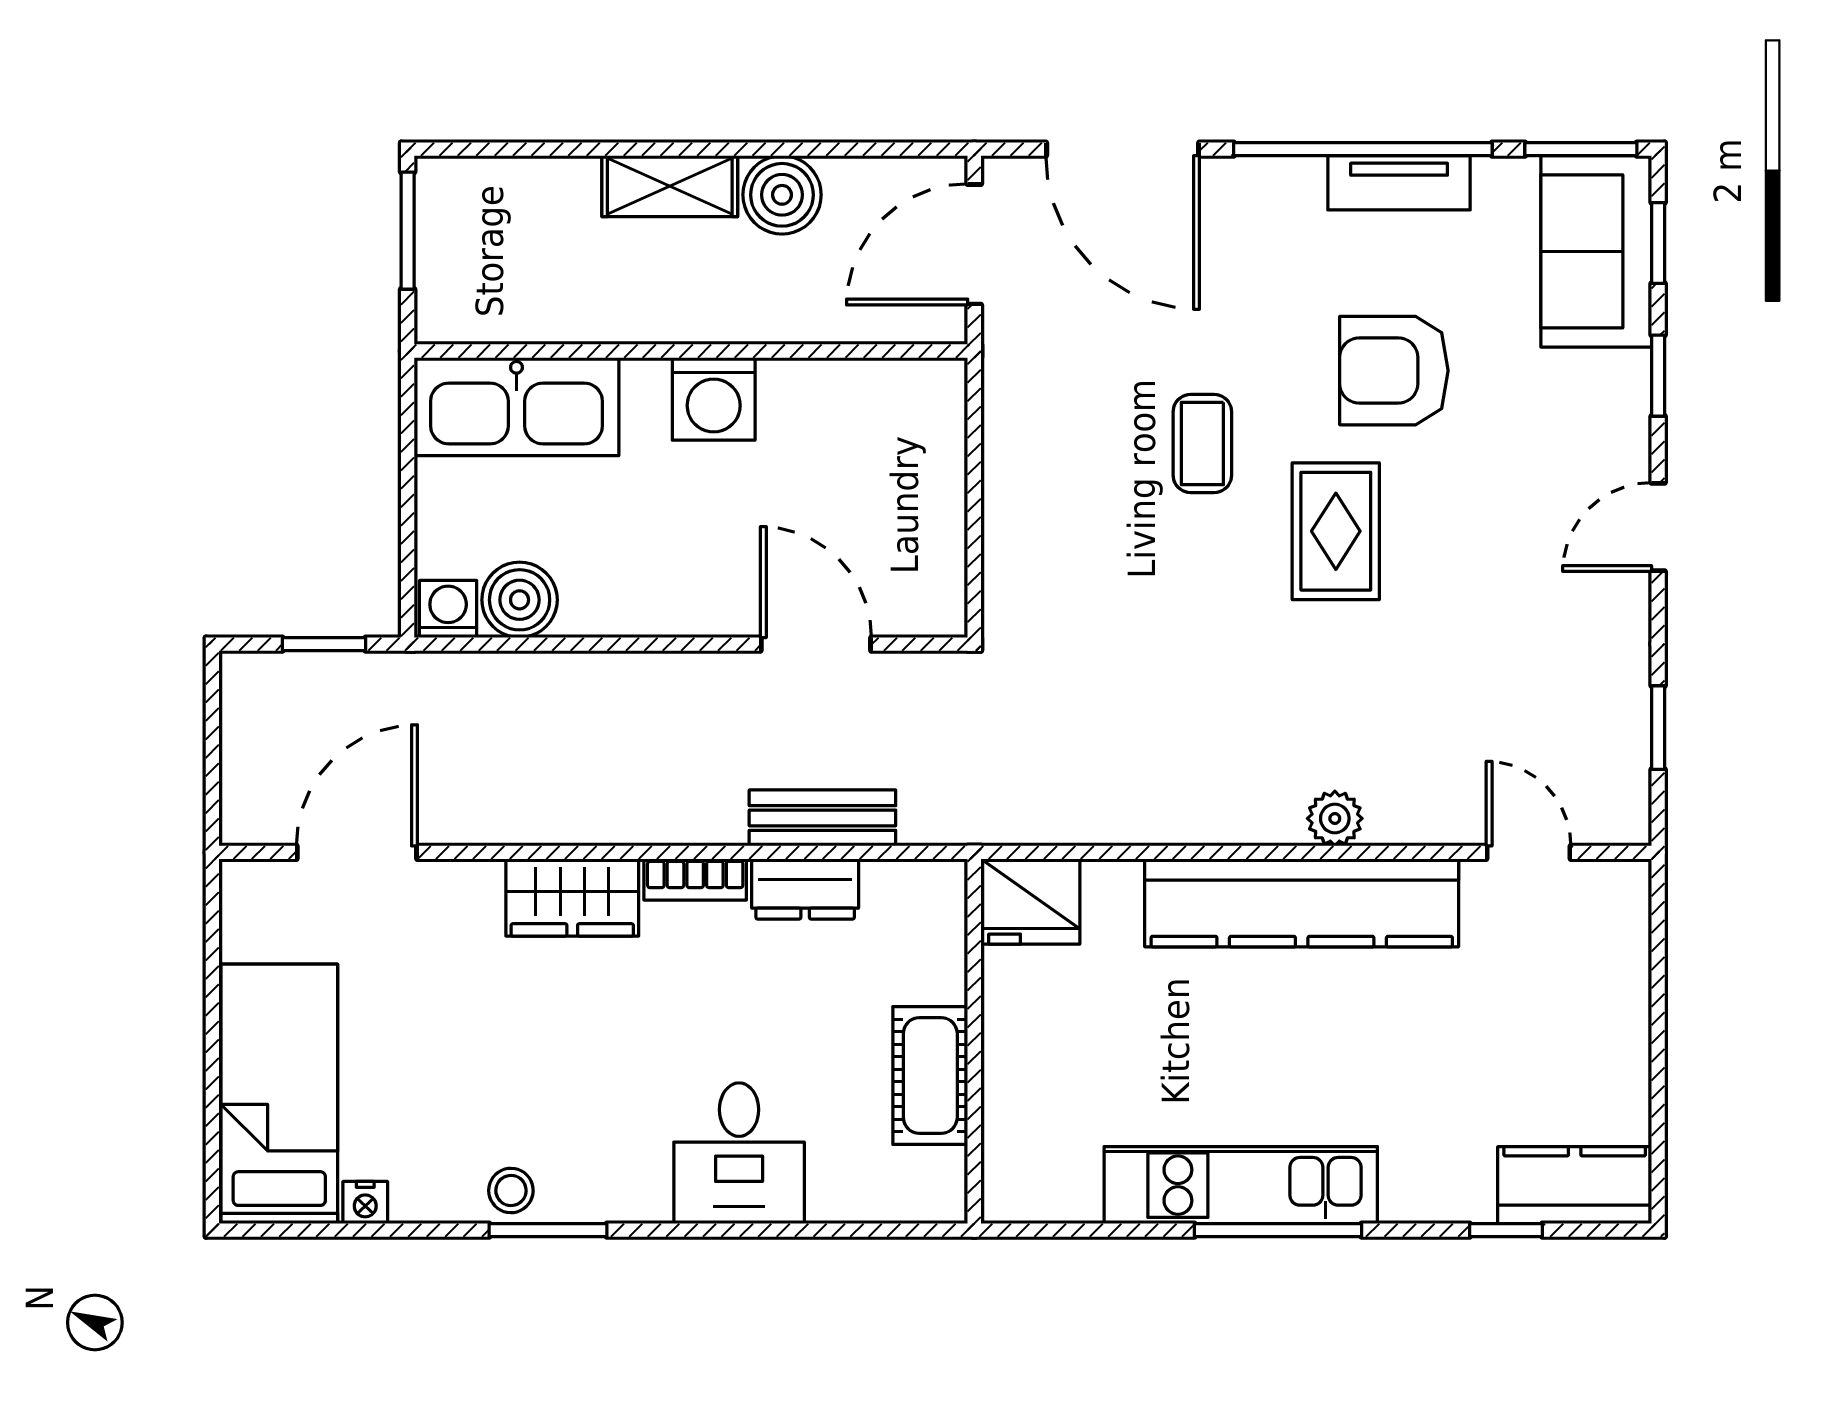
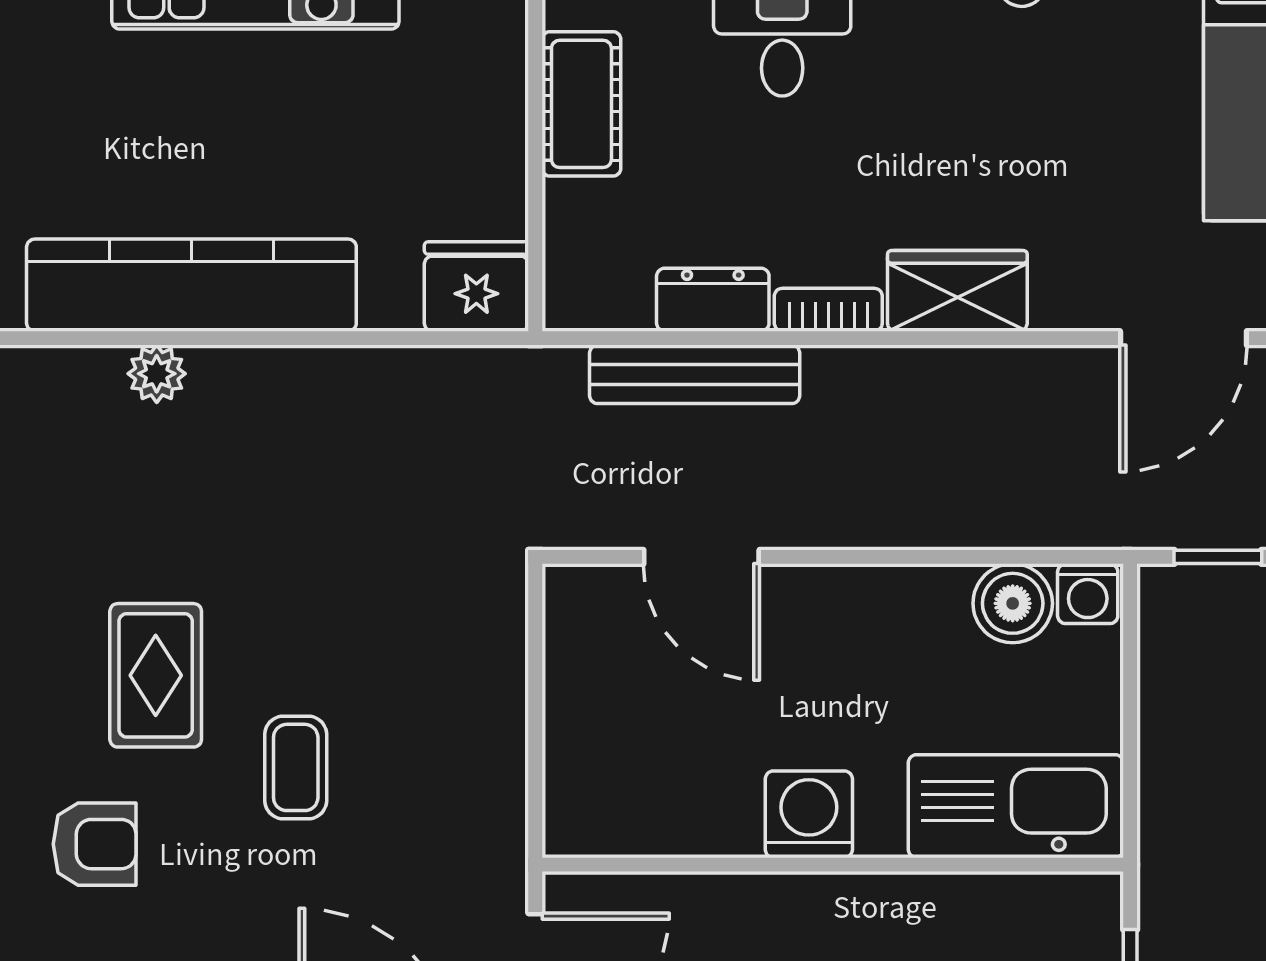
armchair: (1394, 371) -> (95, 844), width x0.72, depth x0.72
bench: (822, 818) -> (695, 374), width x1.36

